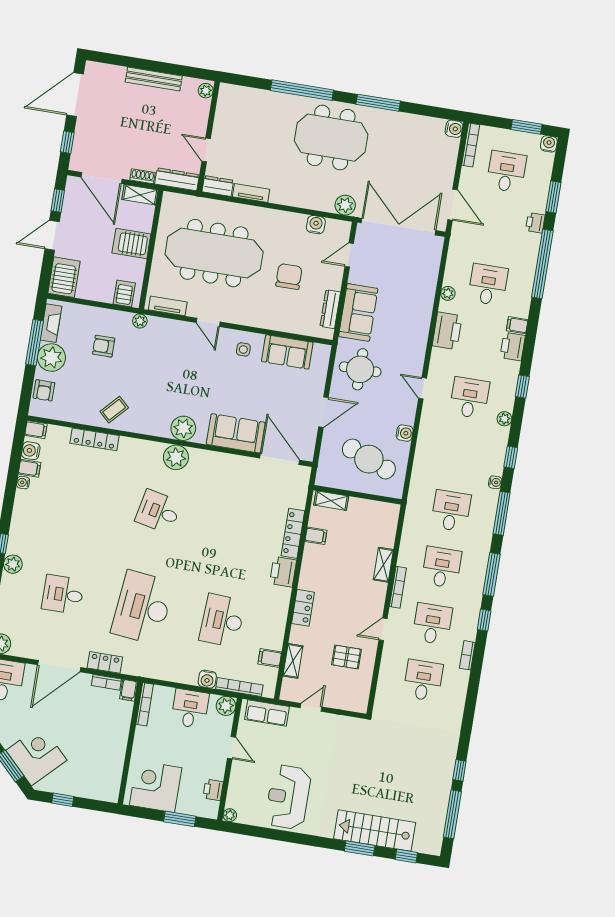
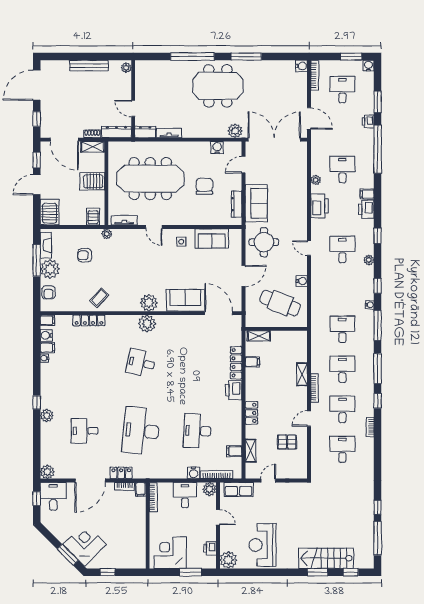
plant: (230, 815) -> (228, 560), width x1.88, depth x1.88

